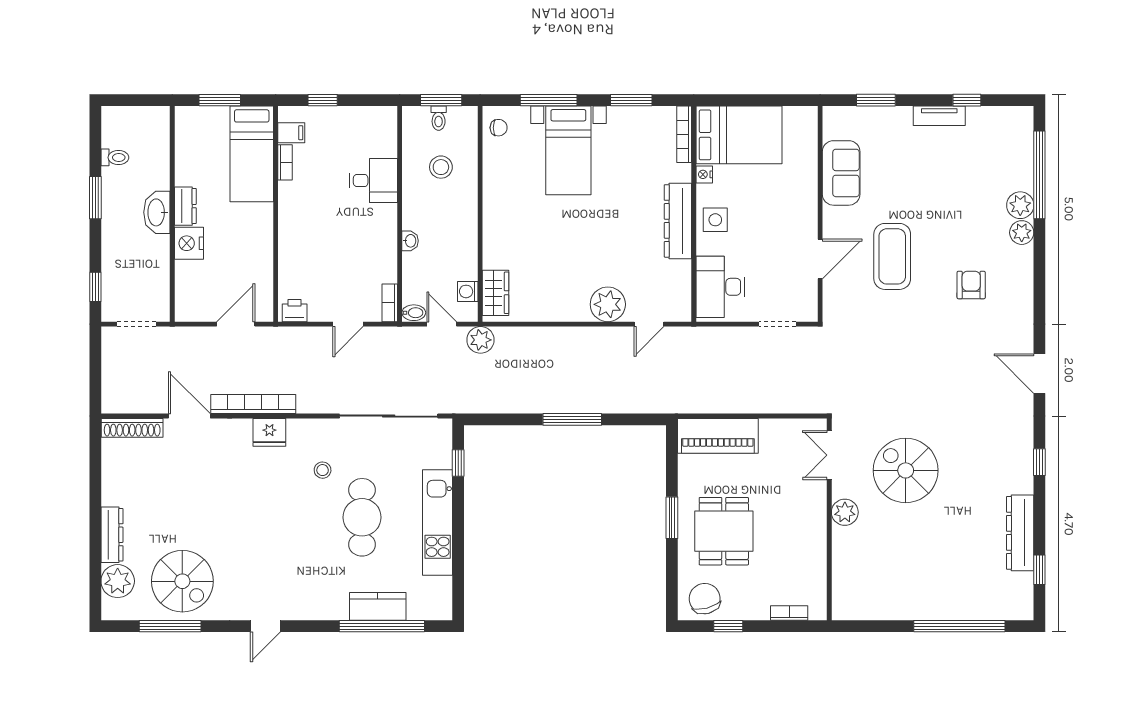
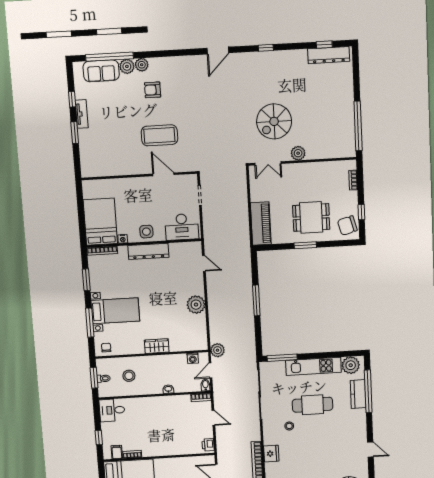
window: (876, 100) -> (75, 133), moved
sofa: (841, 173) -> (101, 71), moved, turned 180
desk: (374, 180) -> (112, 410), moved, turned -90
armchair: (971, 285) -> (153, 90), moved
wardrobe: (496, 293) -> (157, 346), moved
plant: (608, 304) -> (196, 305), moved
window: (458, 463) -> (282, 358), width x2.17
dresser: (1020, 533) -> (329, 55), moved
plant: (435, 594) -> (351, 365), added
window: (959, 626) -> (358, 126), moved

